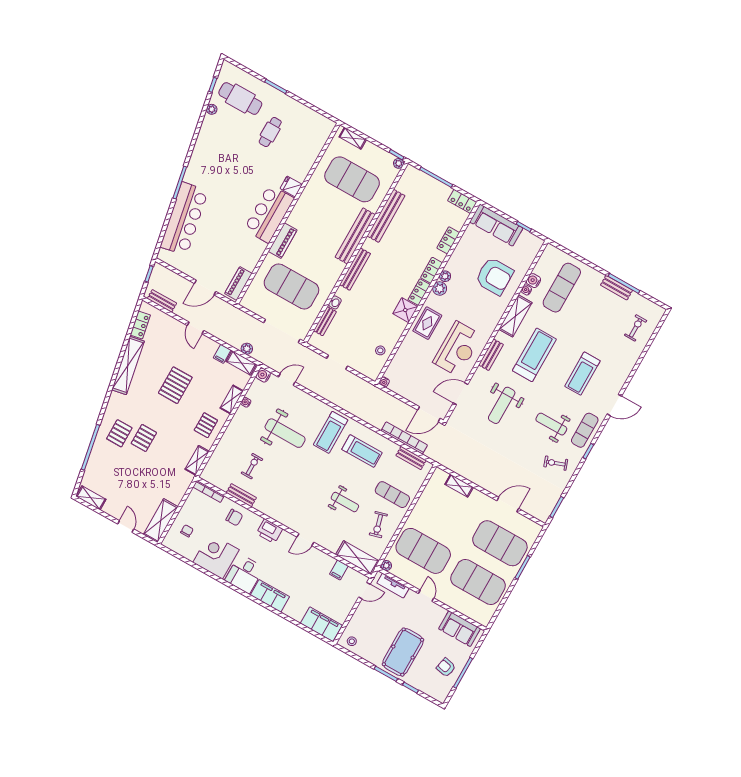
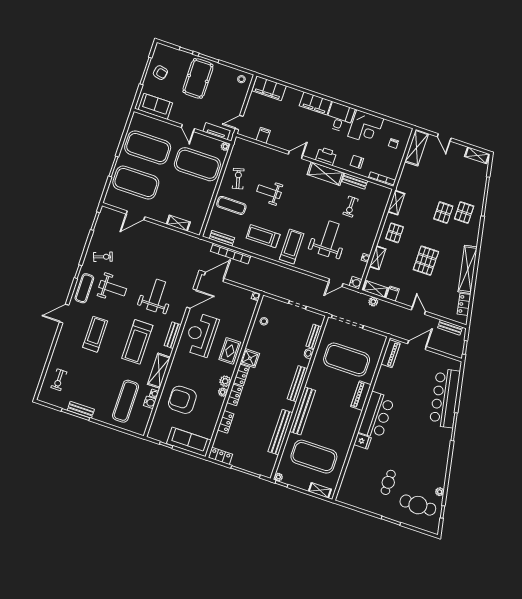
weight bench: (285, 433) -> (329, 239), turned 90
shelving: (357, 558) -> (326, 174), moved

